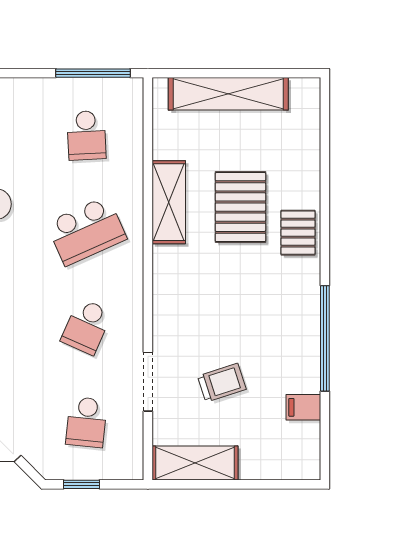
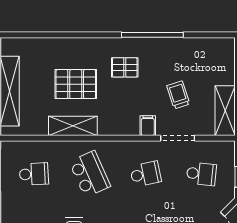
pallet: (298, 233) -> (125, 67), moved
school desk: (86, 327) -> (146, 174), turned -36
filing cabinet: (303, 407) -> (148, 126), moved, turned 180

